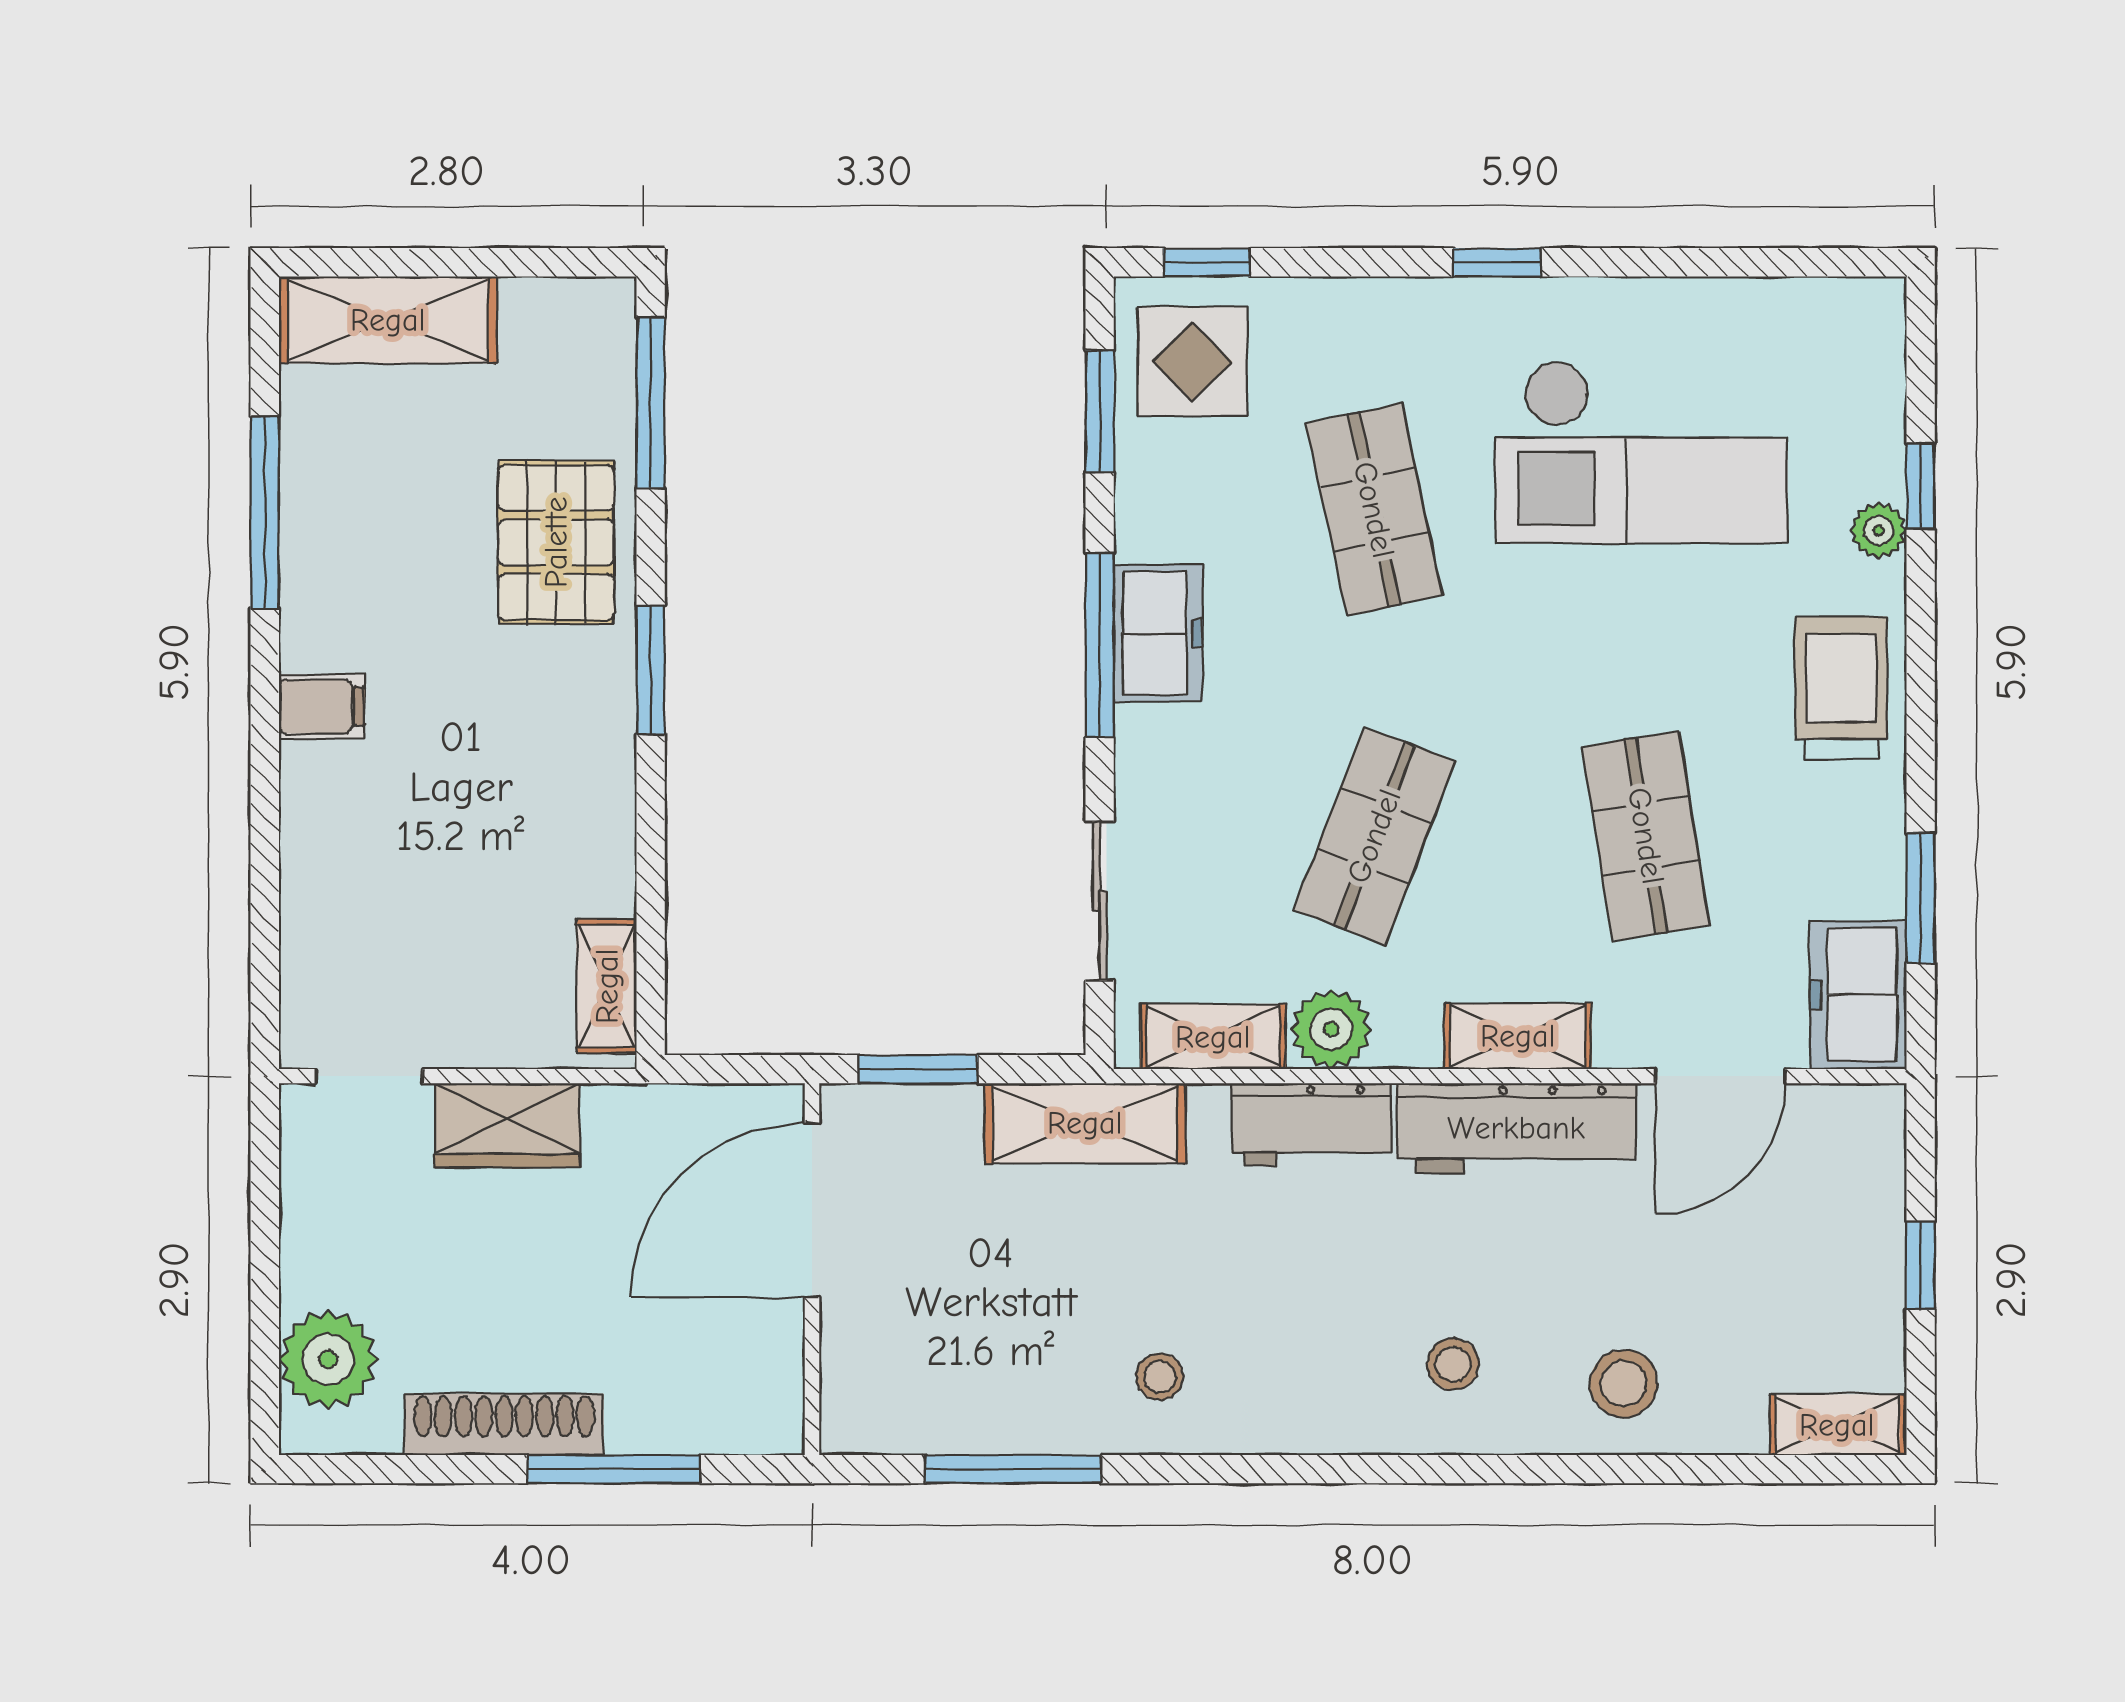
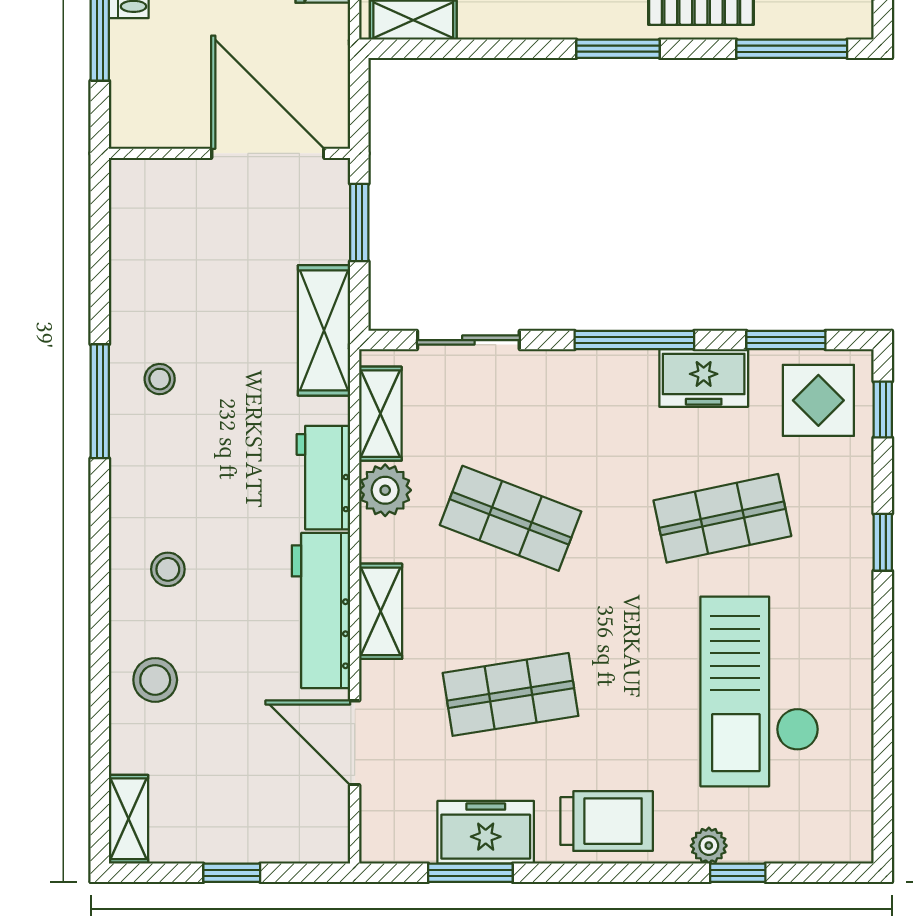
window: (1497, 262) -> (883, 542), moved
freezer: (1158, 633) -> (704, 378), moved
freezer: (1858, 995) -> (486, 832), moved
window: (1013, 1469) -> (100, 401), moved

